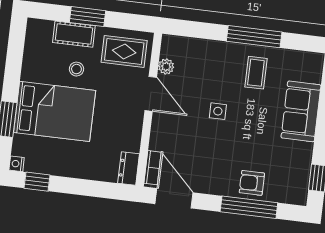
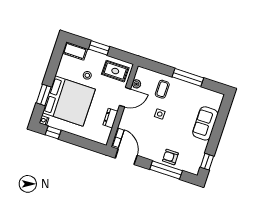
cot: (74, 34) -> (75, 51), moved
coffee table: (256, 73) -> (162, 89), moved
door: (151, 94) -> (125, 97), hinge flipped
bed: (55, 111) -> (69, 101), width x1.36
dresser: (129, 168) -> (110, 118), moved

